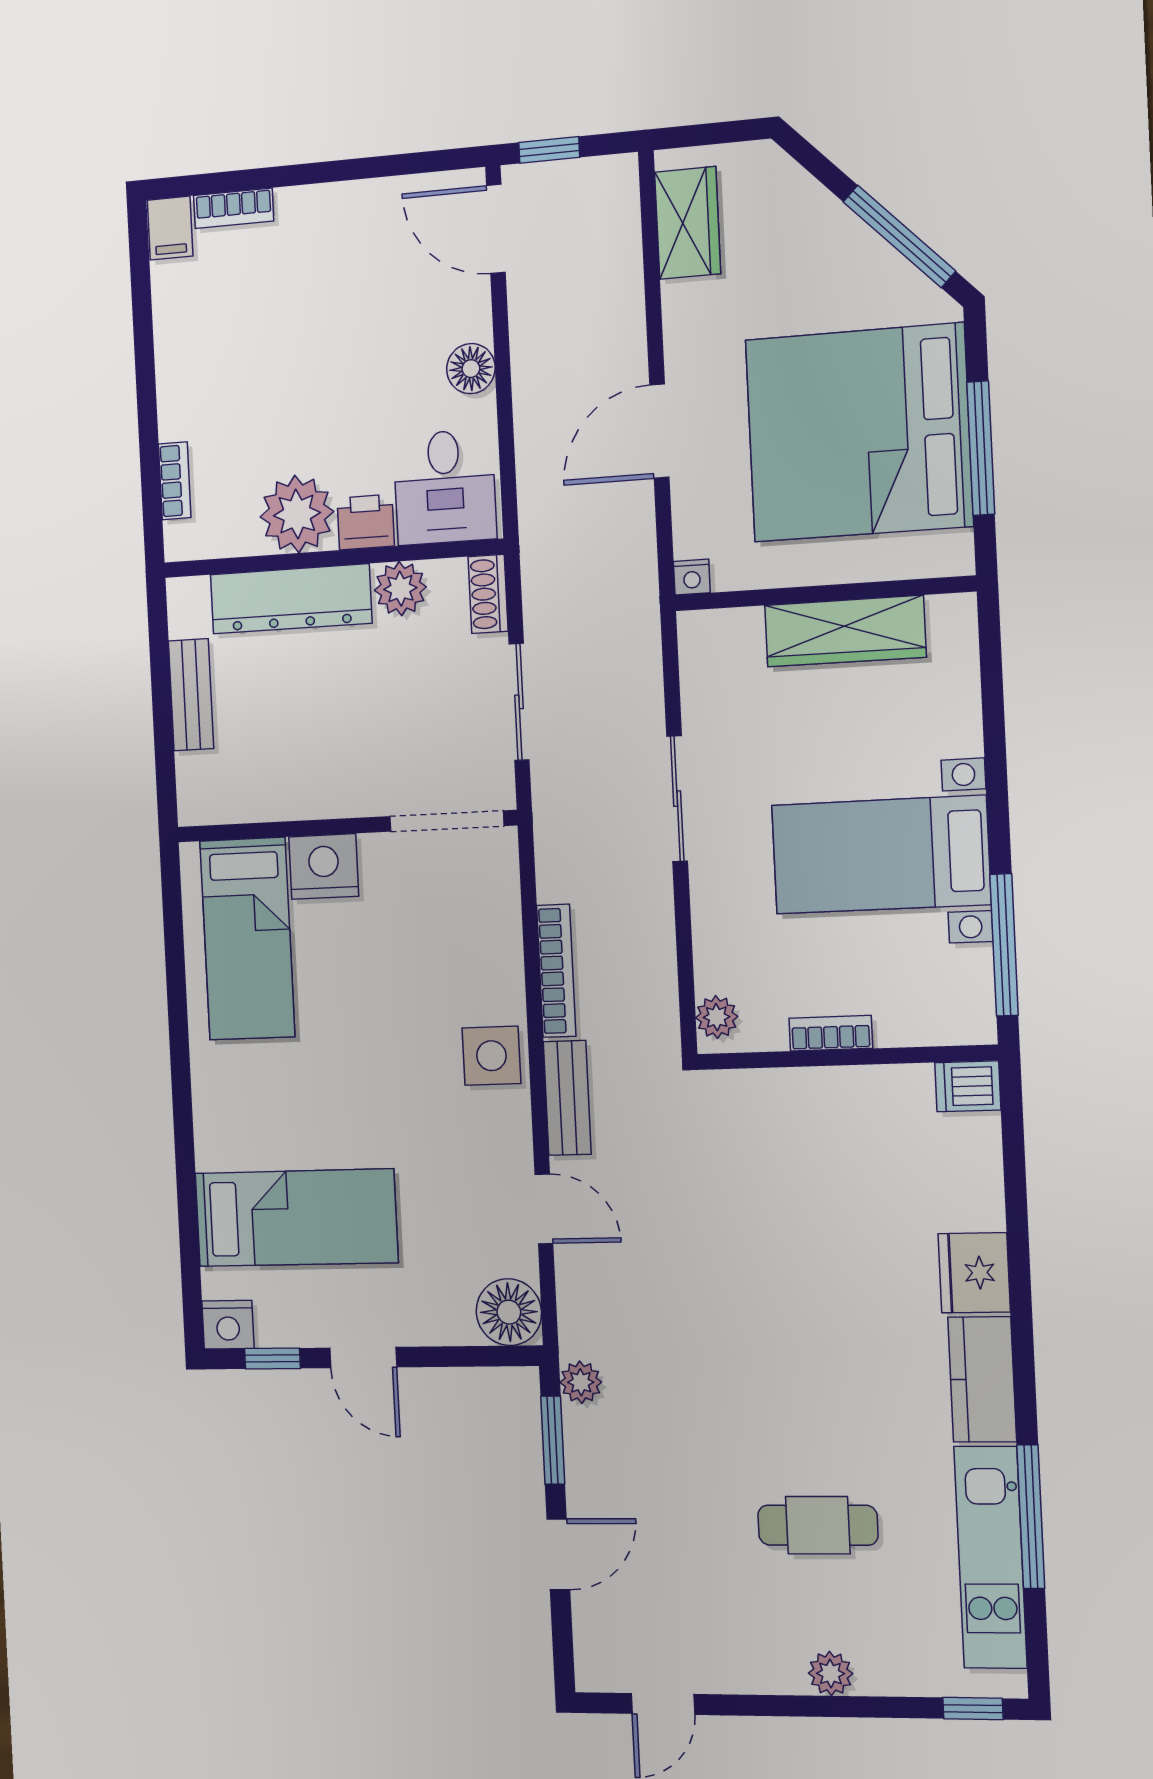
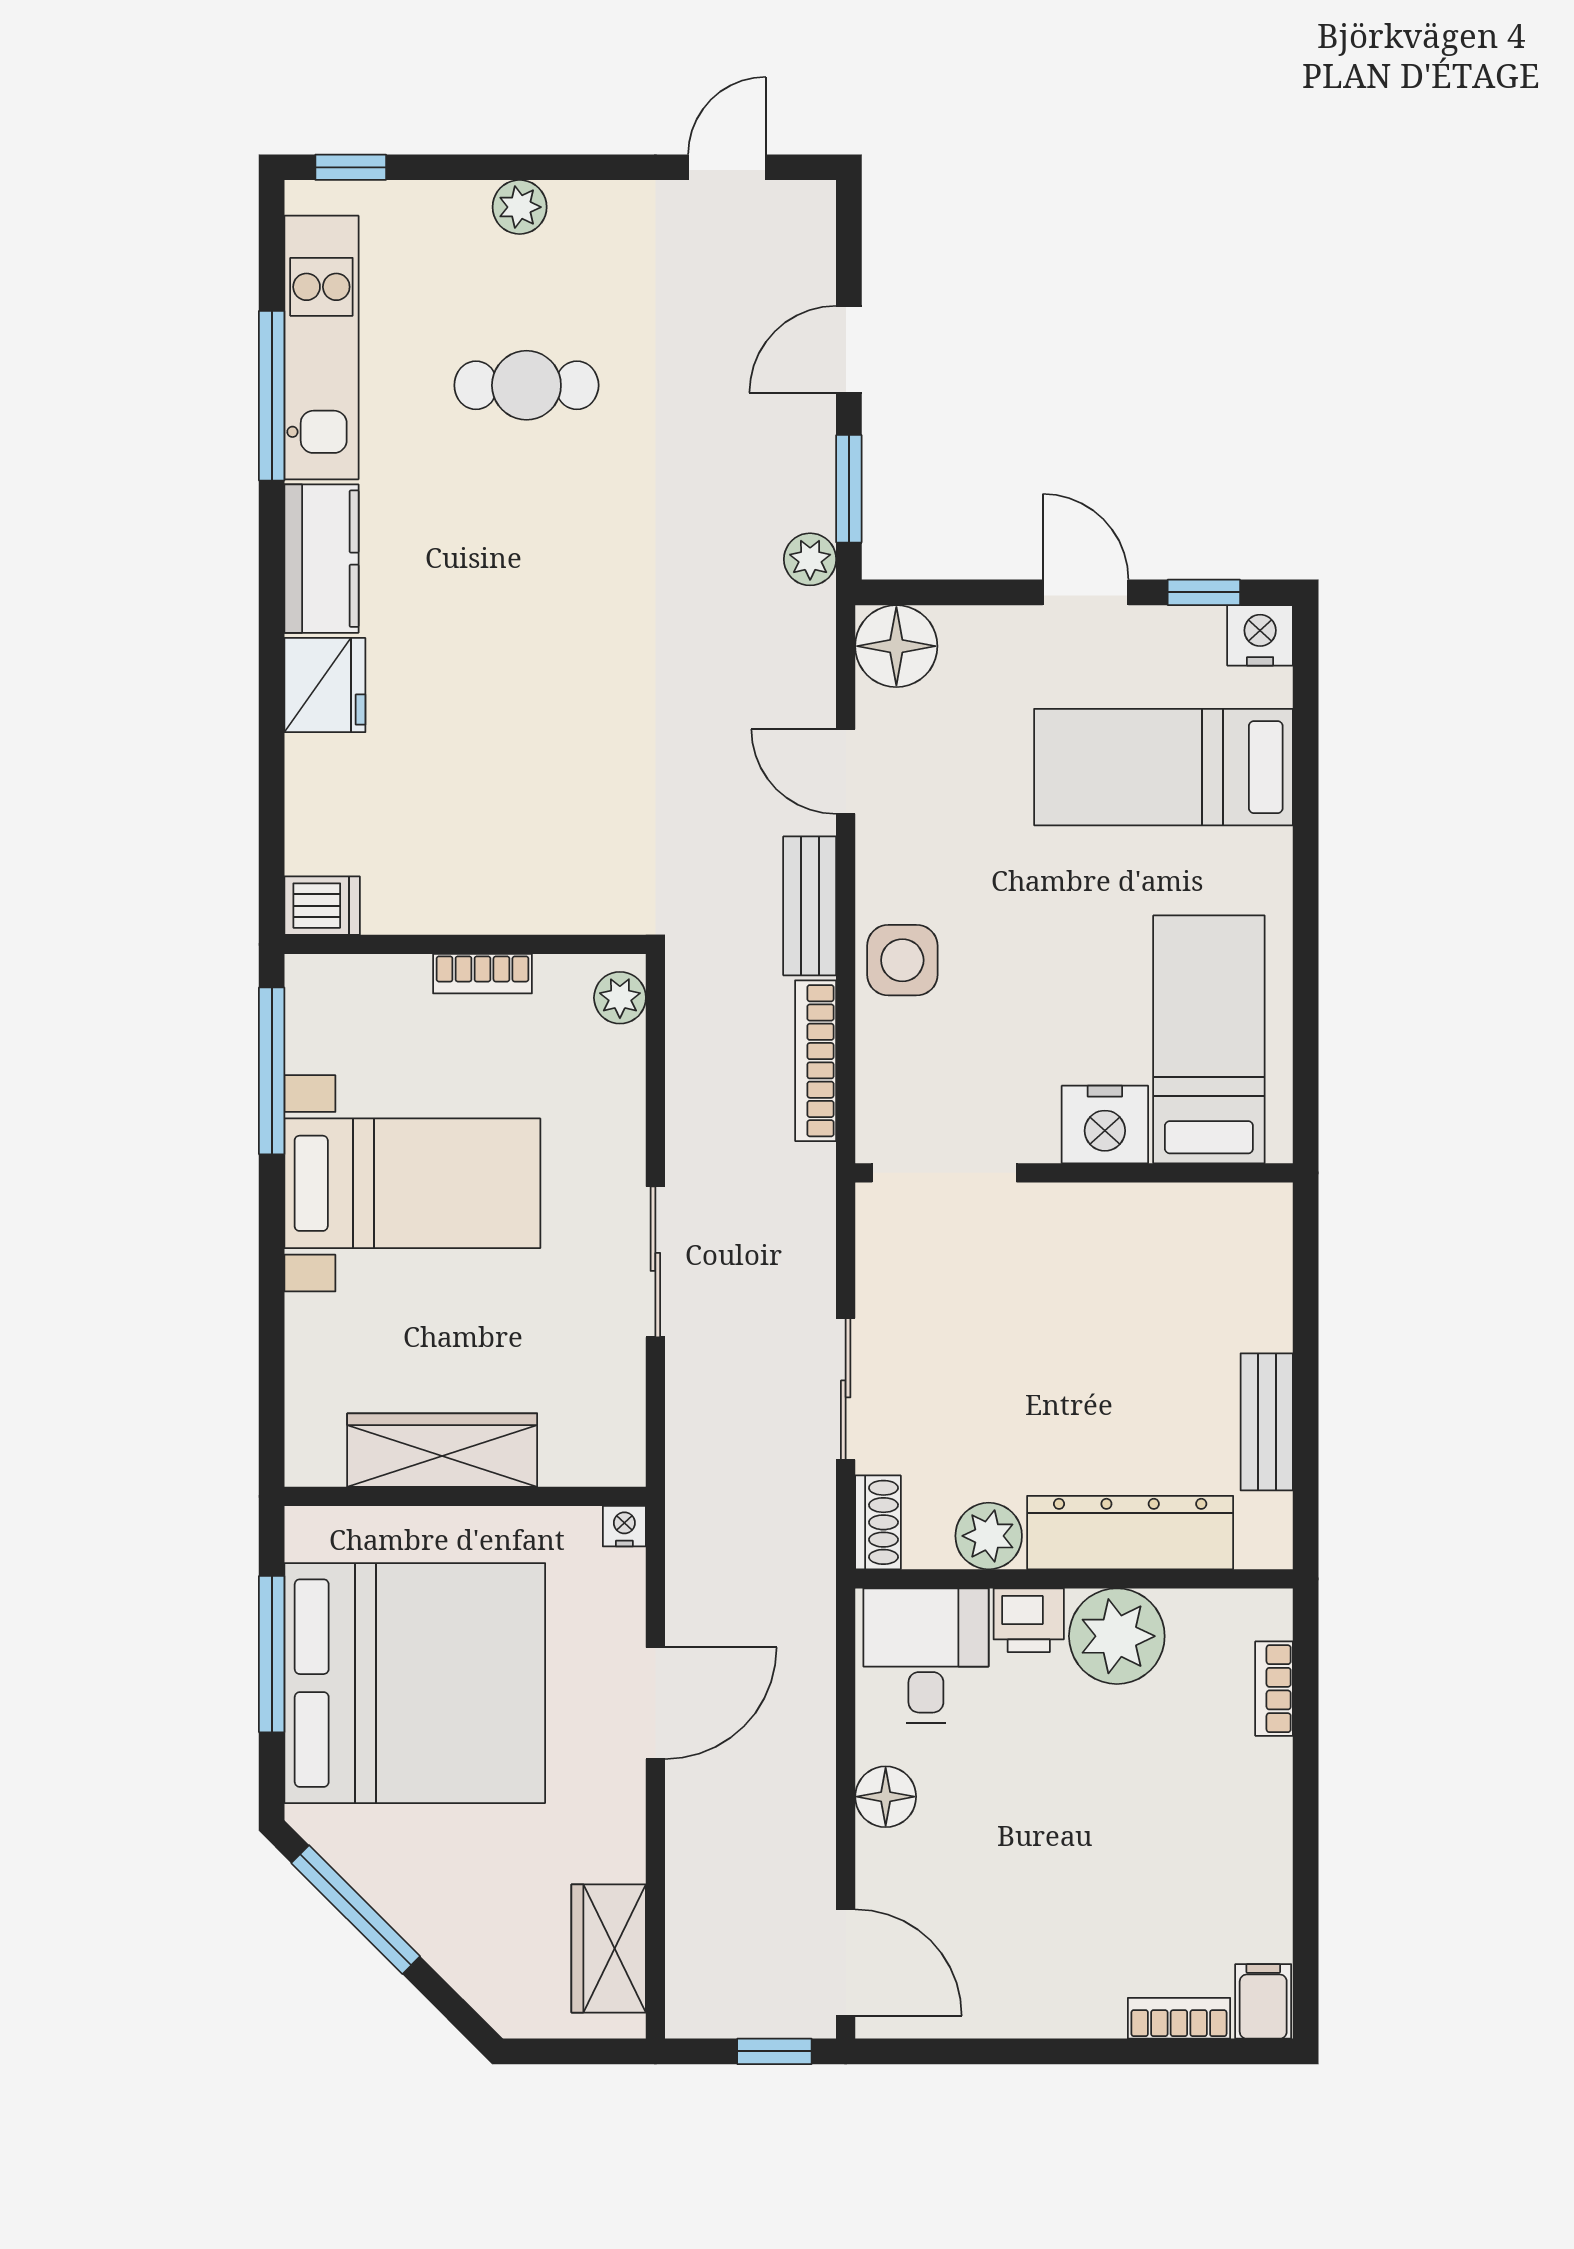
doorway: (447, 821) -> (944, 1173), moved
wall: (346, 826) -> (1074, 1173), moved
nightstand: (324, 867) -> (1105, 1124), moved
bed: (247, 939) -> (1209, 1039), moved

